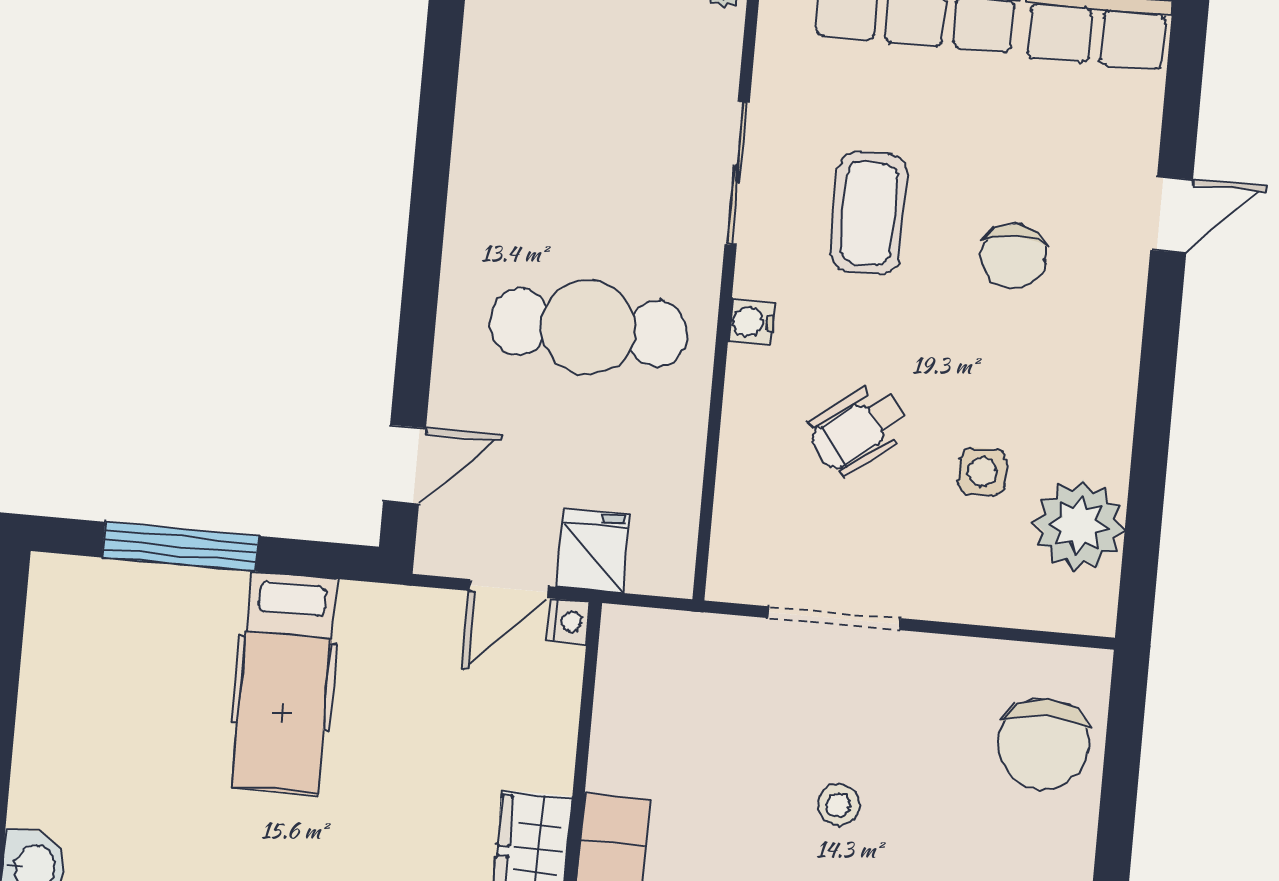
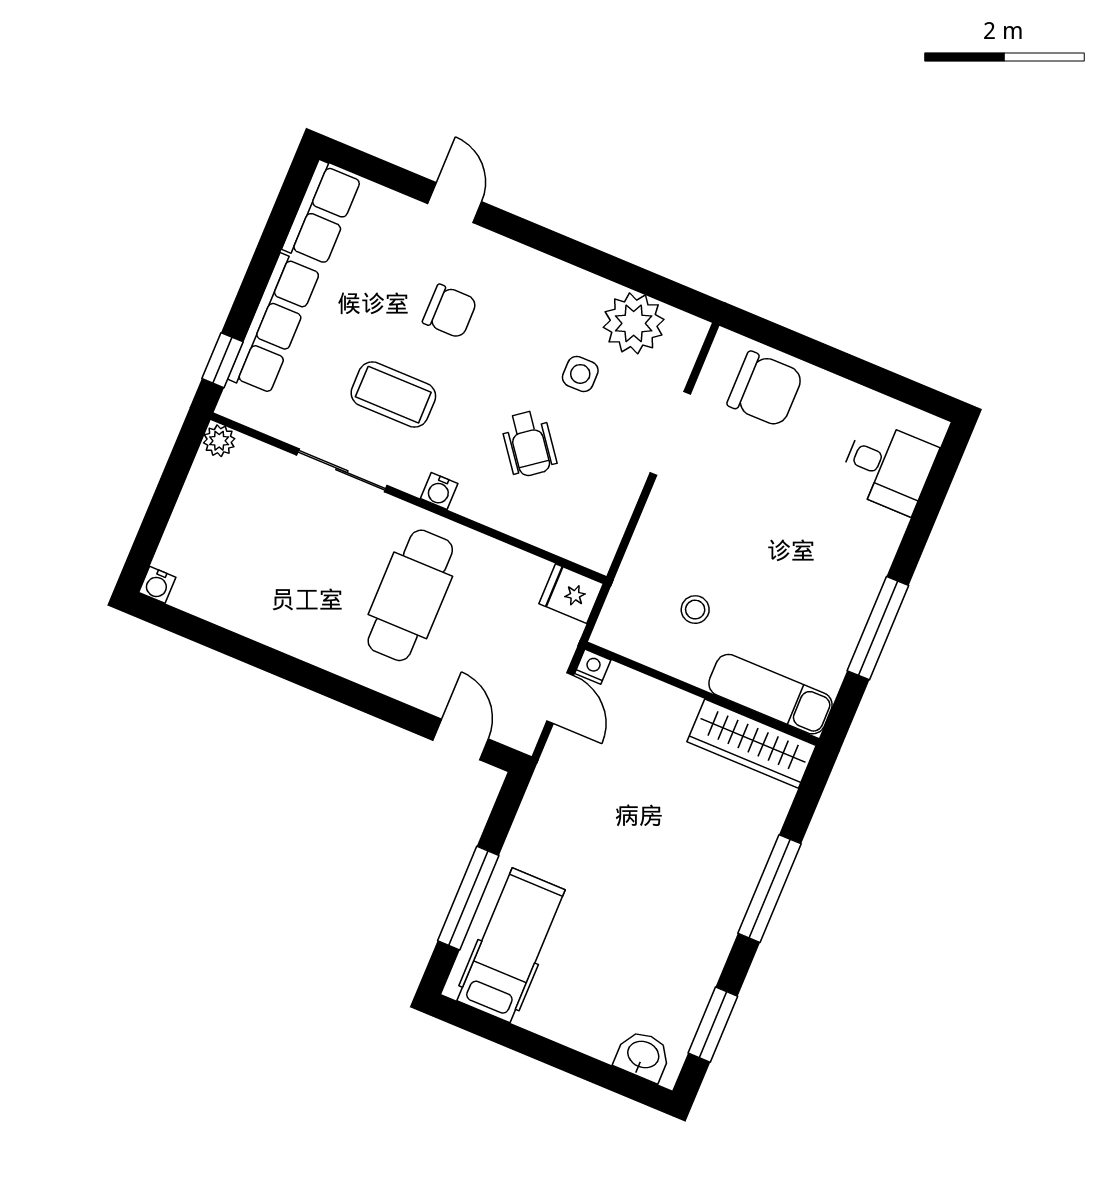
fridge: (593, 551) -> (571, 594), moved
doorway: (834, 618) -> (670, 434), moved
hospital bed: (284, 683) -> (511, 945), moved, turned -90
stool: (838, 805) -> (695, 610), moved

